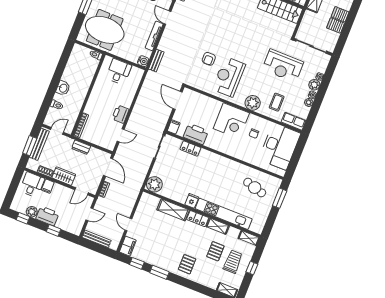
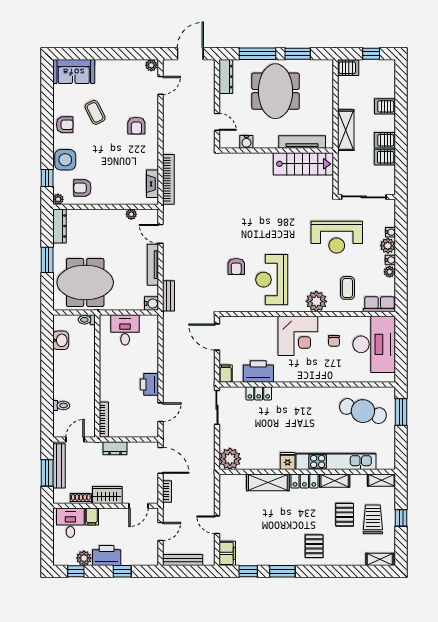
washbasin: (63, 88) -> (61, 340), moved
cafe table: (255, 188) -> (363, 411), width x1.37, depth x1.35

